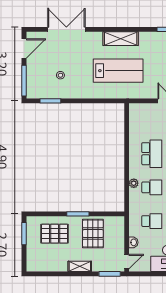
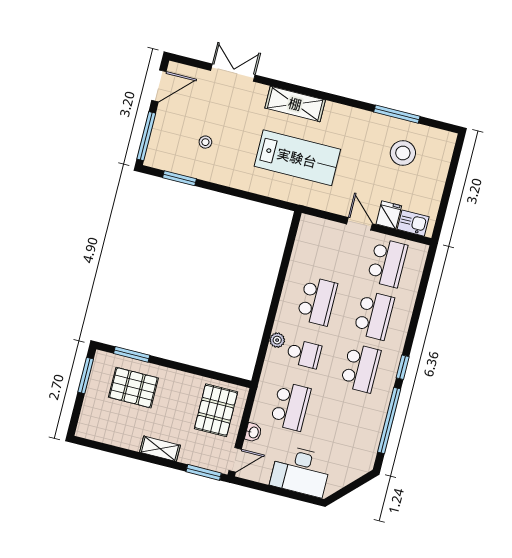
double door: (66, 29) -> (233, 73), width x0.73
shelving: (121, 39) -> (295, 104), moved
window: (78, 214) -> (132, 354), moved
school desk: (152, 221) -> (290, 406), width x1.85
pallet: (93, 234) -> (216, 410), moved

